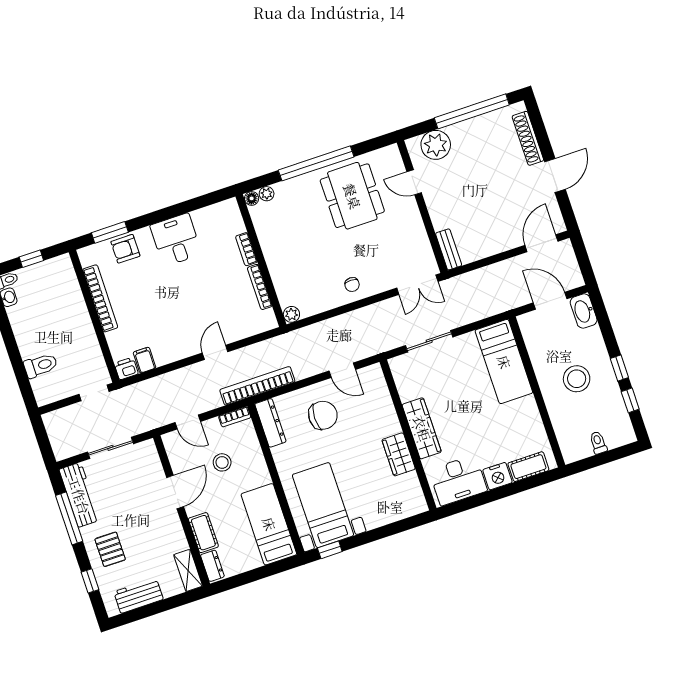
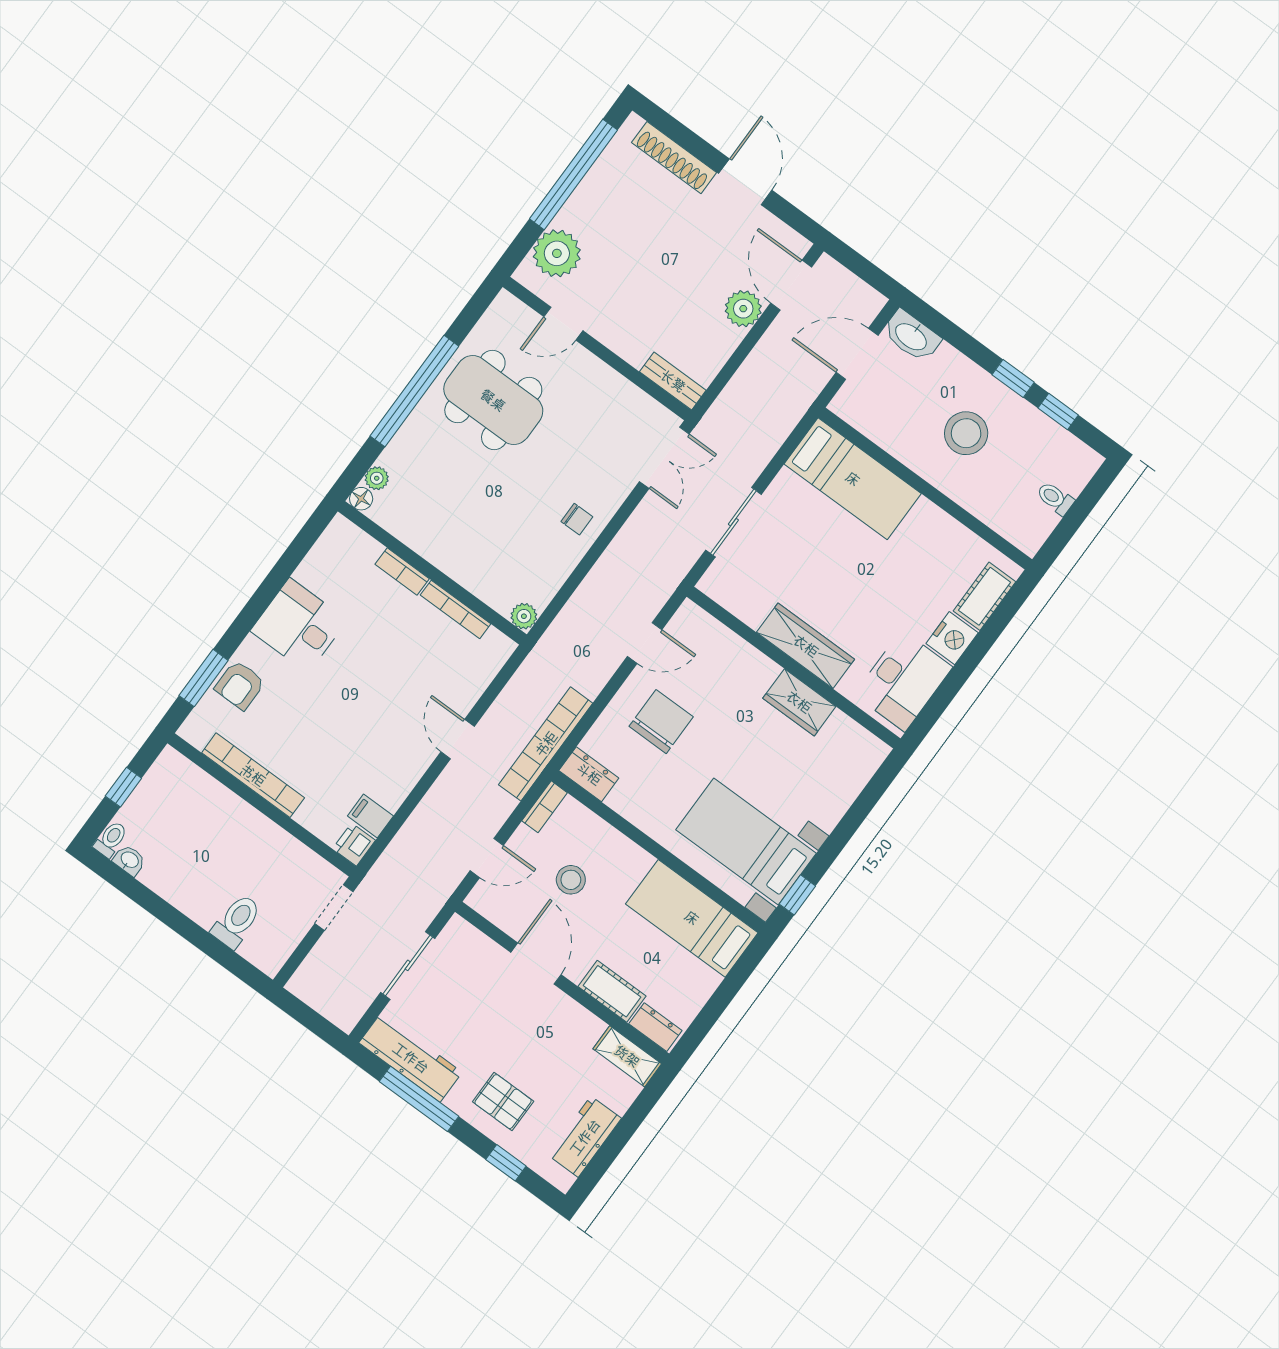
plant: (509, 238) -> (743, 309), added
dresser: (270, 423) -> (589, 774), width x0.70

